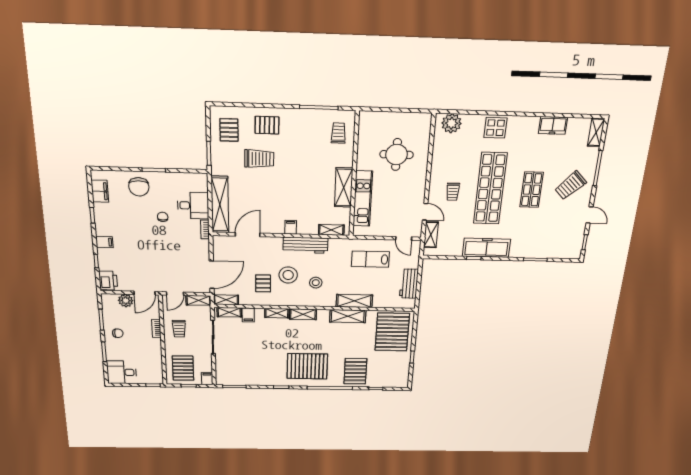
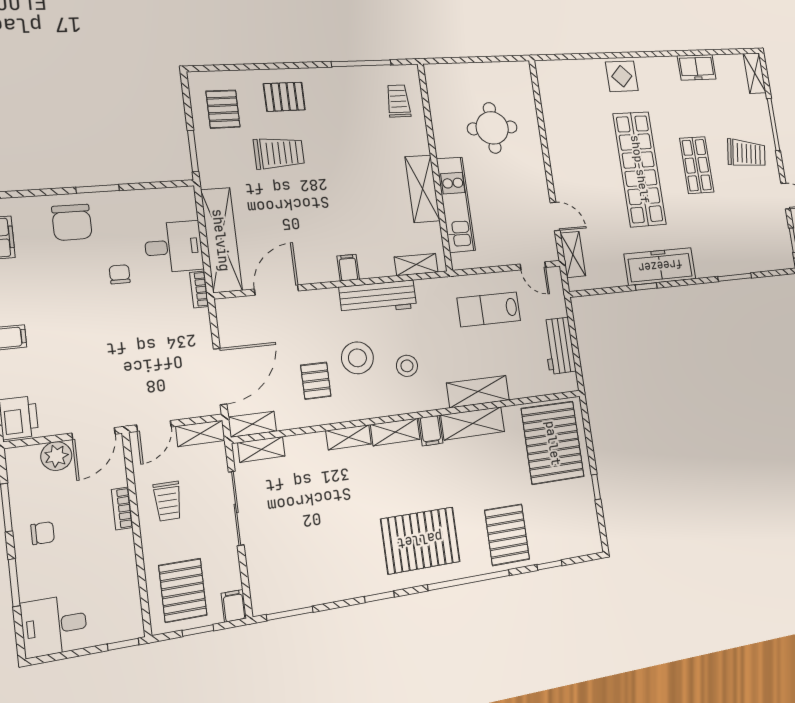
plant: (452, 123) -> (560, 74), removed
trolley: (570, 185) -> (746, 154), turned -126
trolley: (453, 192) -> (588, 179), removed
filing cabinet: (248, 315) -> (431, 431), moved

